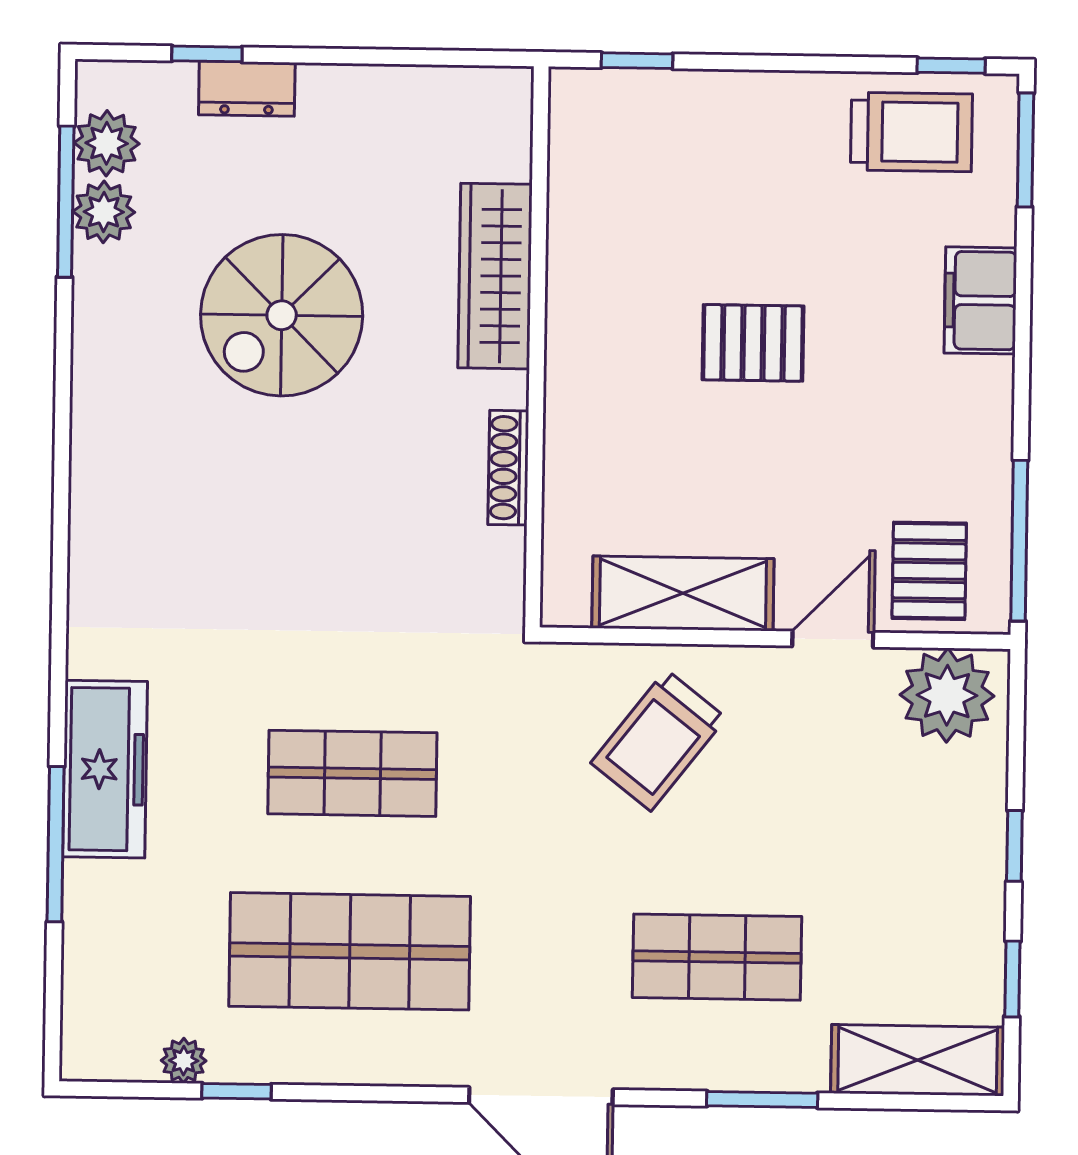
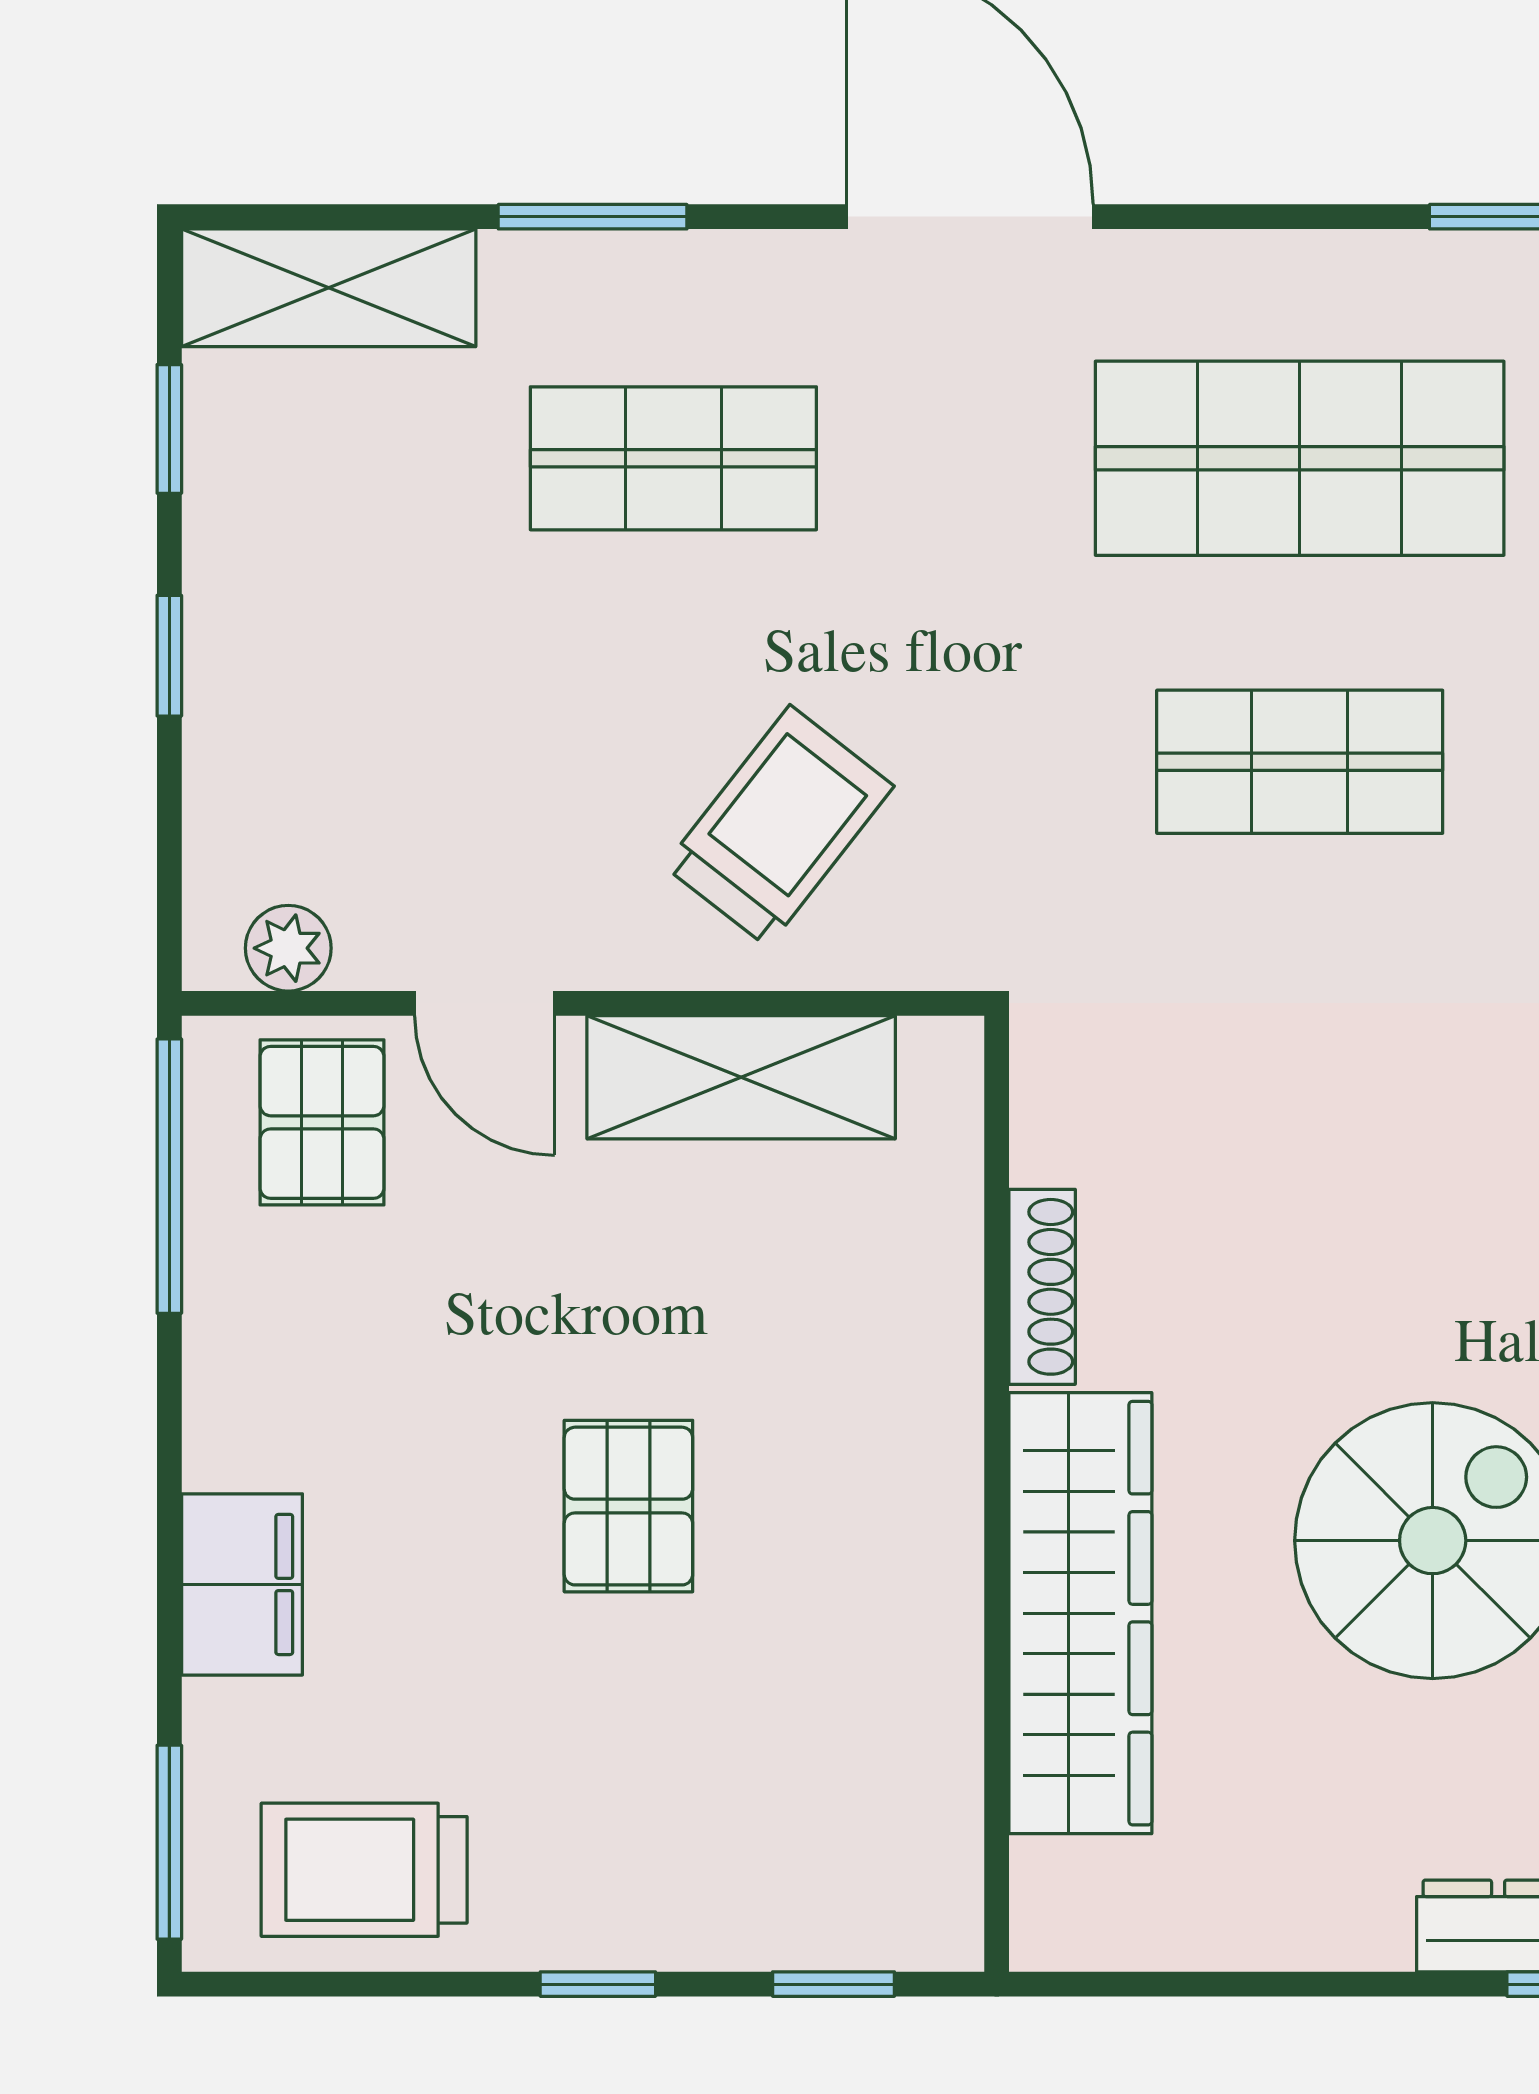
window: (951, 66) -> (598, 1984), moved
wardrobe: (495, 276) -> (1080, 1613), width x1.40, depth x1.17
pallet: (753, 343) -> (628, 1506), turned 90
door: (833, 639) -> (485, 1003), hinge flipped
plant: (947, 695) -> (288, 948), width x0.53, depth x0.53

